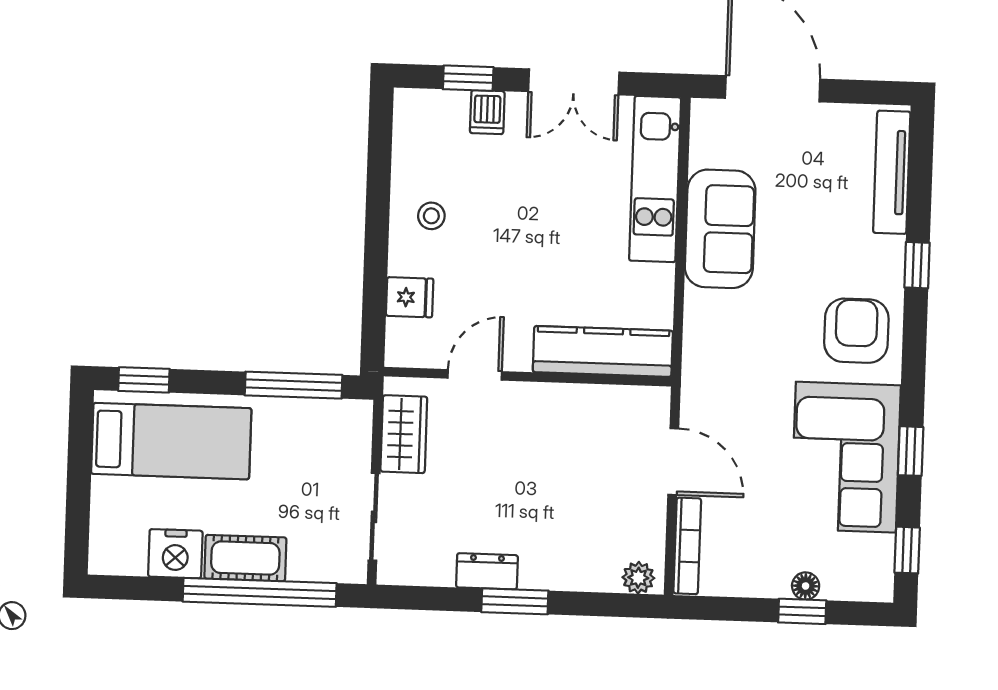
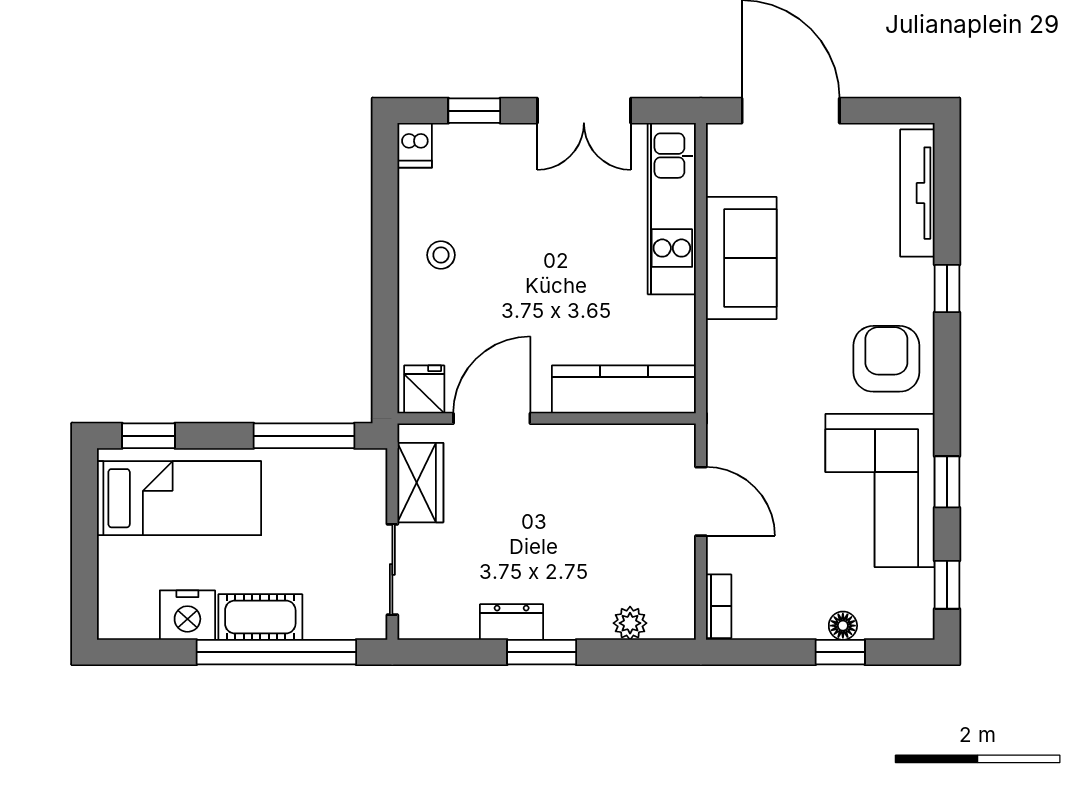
dishwasher: (487, 112) -> (415, 145), moved
fridge: (410, 297) -> (424, 389), moved, turned -90
door: (475, 375) -> (492, 418), width x1.38
bookcase: (687, 546) -> (719, 606), width x0.64
plant: (638, 578) -> (630, 623), moved

